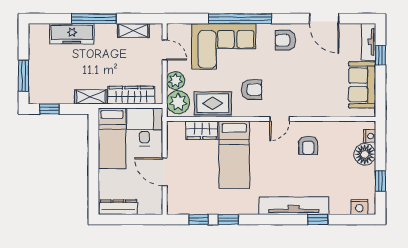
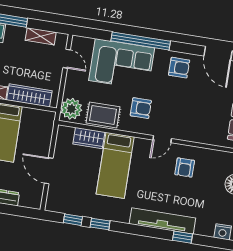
armchair: (285, 40) -> (179, 68), turned 180
plant: (176, 80) -> (72, 88), removed
desk: (144, 127) -> (37, 127), removed

